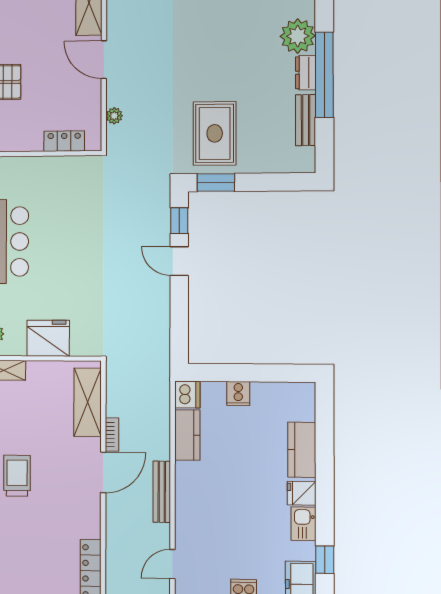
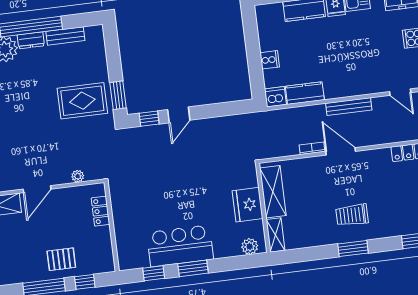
shelving: (88, 402) -> (273, 192), moved, turned 90

